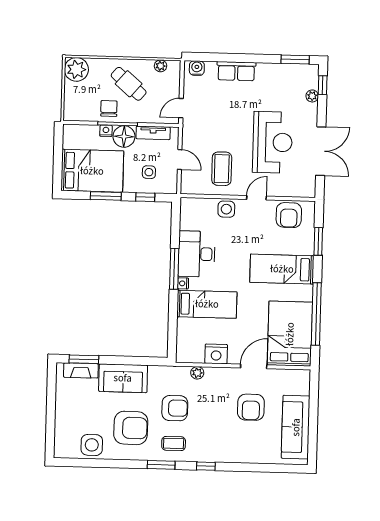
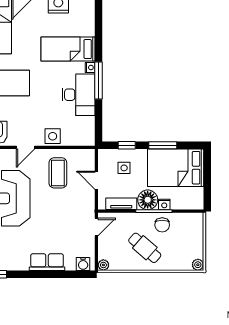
plant: (161, 66) -> (103, 265), moved
plant: (76, 69) -> (198, 265), width x0.53, depth x0.53

